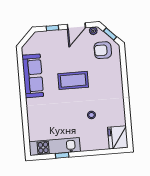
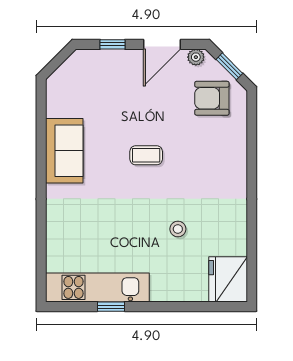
sofa: (33, 76) -> (64, 151), width x0.73
coffee table: (73, 80) -> (146, 155), width x0.54, depth x0.58

